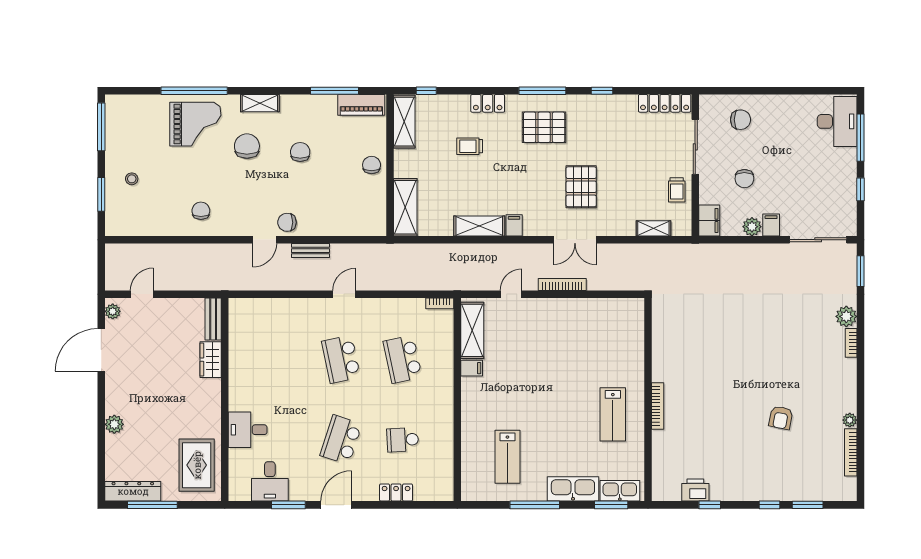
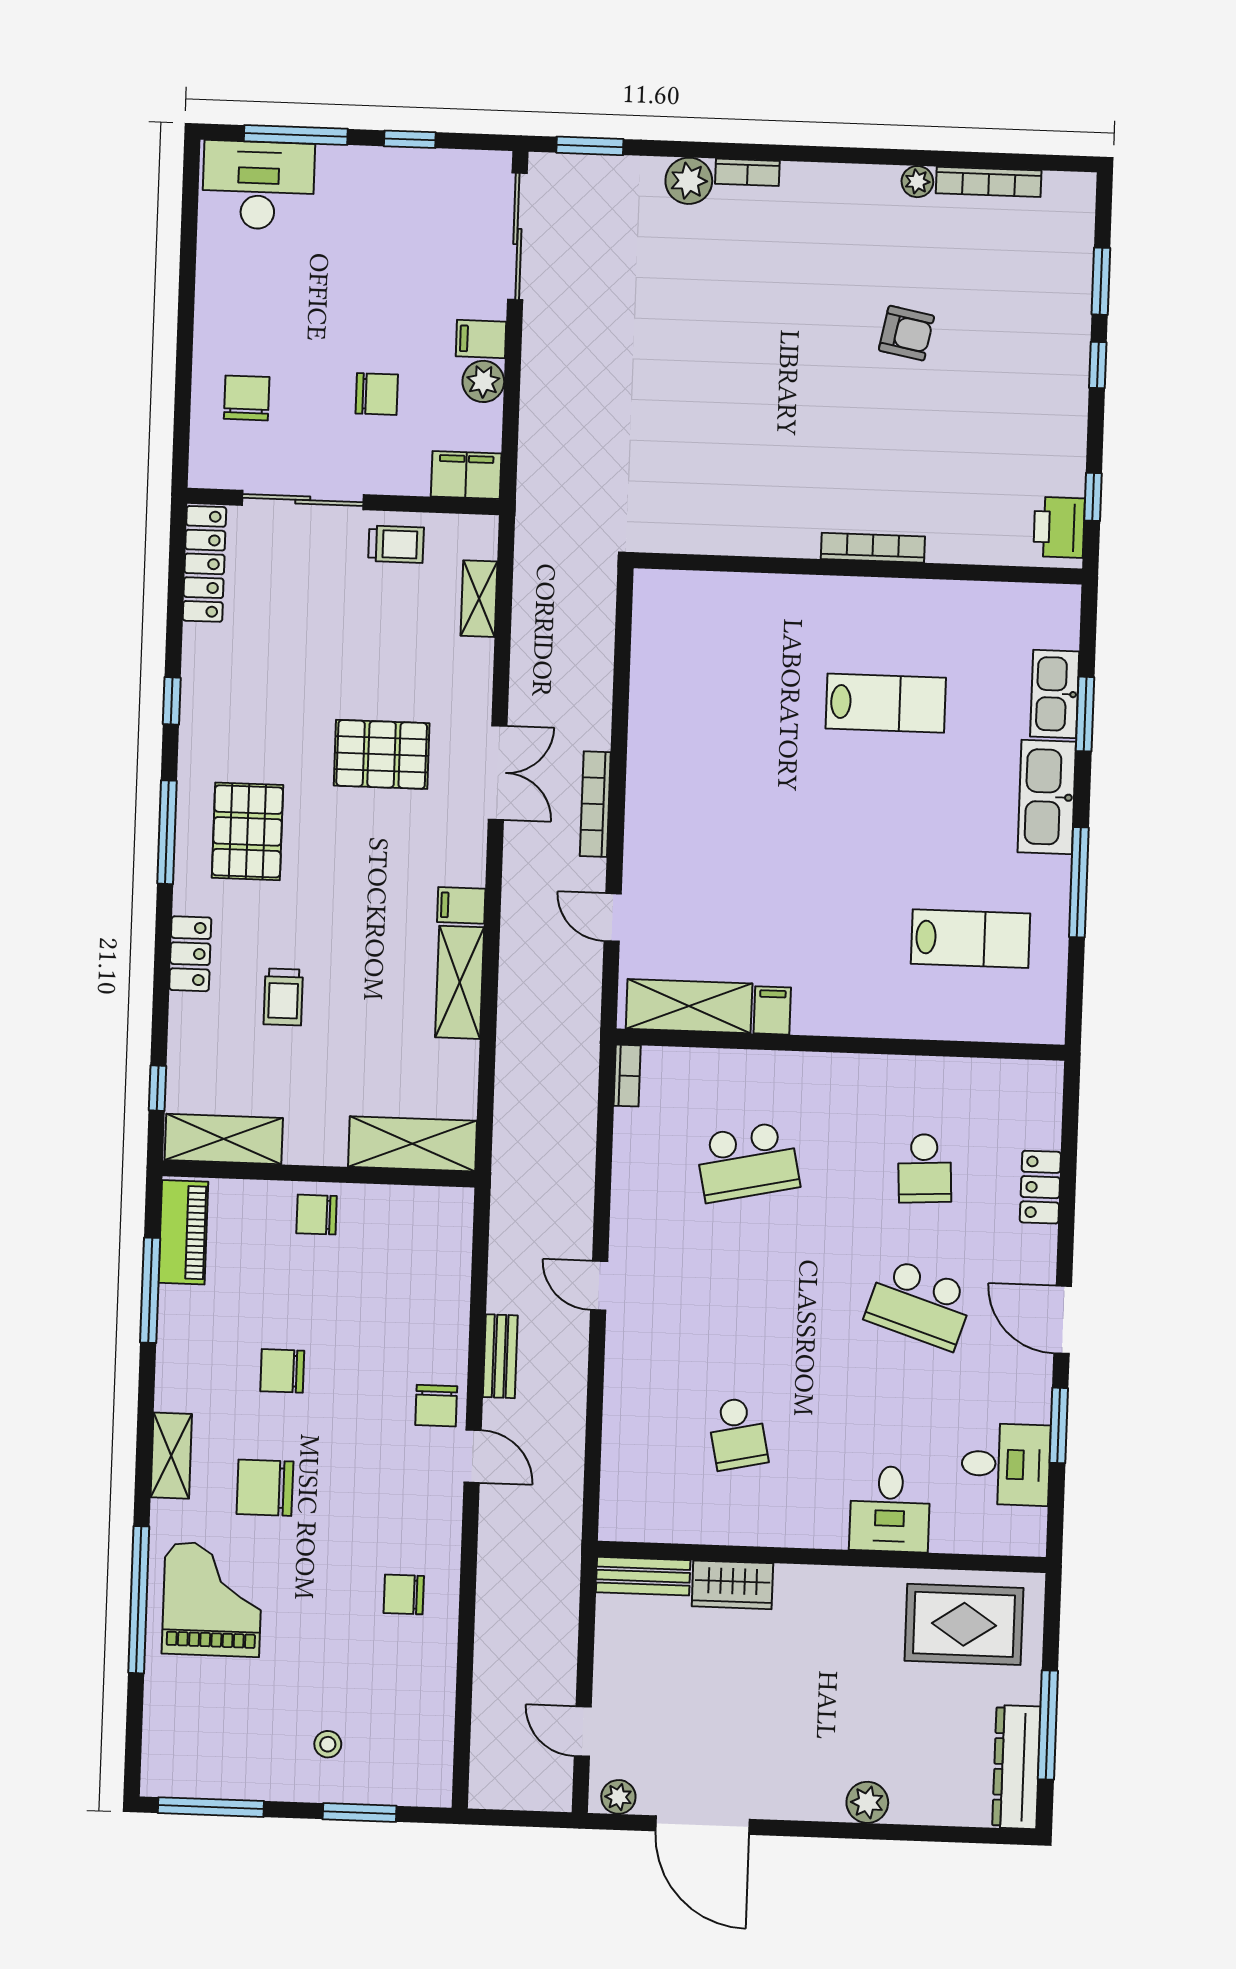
school desk: (341, 359) -> (737, 1433), moved, width x0.54
wall: (648, 400) -> (858, 568), moved
bookcase: (658, 406) -> (873, 548), moved

